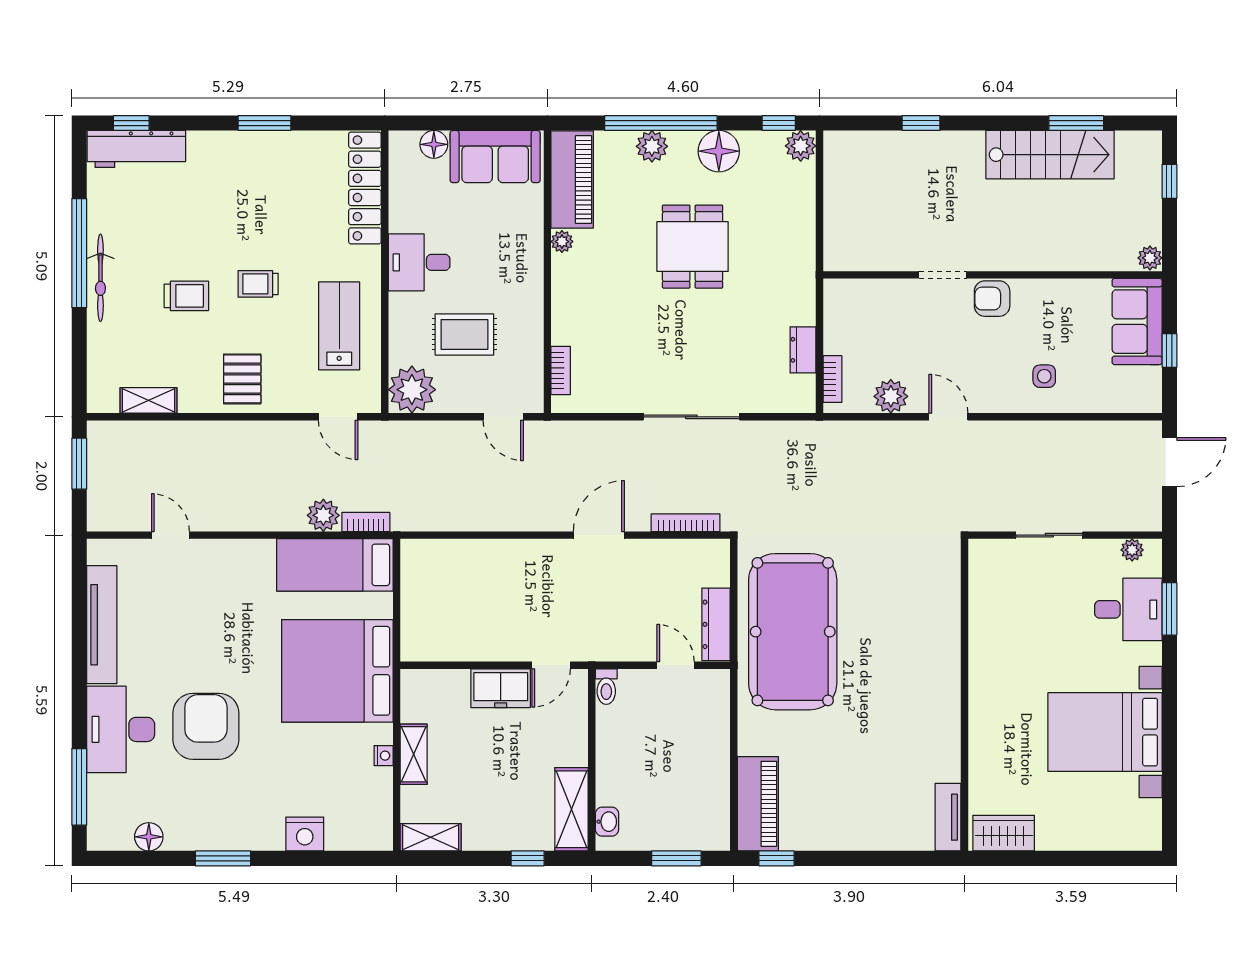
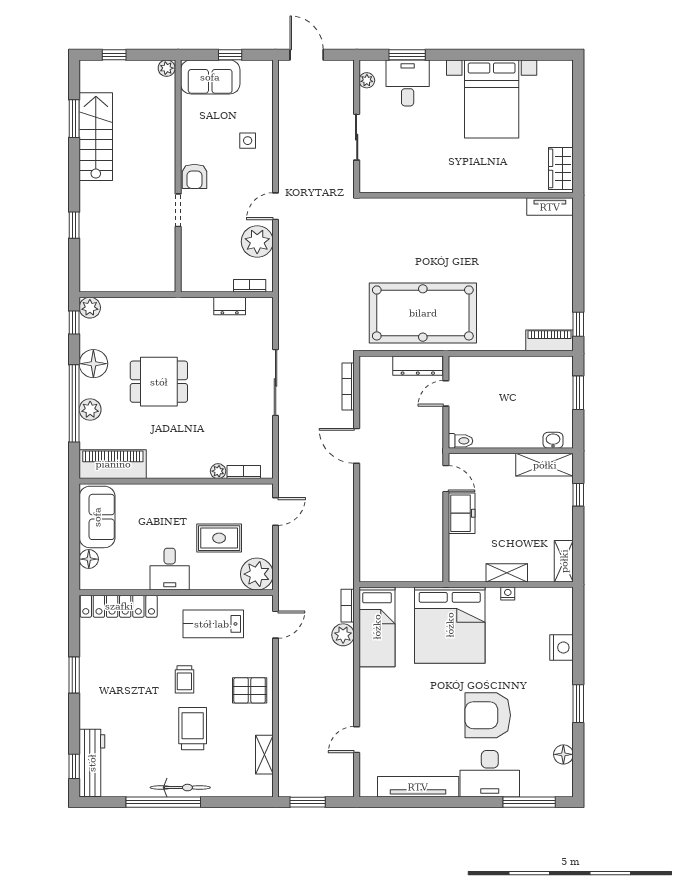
plant: (562, 242) -> (218, 471), moved
trolley: (186, 296) -> (193, 729), width x1.36, depth x1.39
rug: (464, 334) -> (219, 538), turned 90
plant: (891, 396) -> (257, 242), width x1.36, depth x1.36
piano: (758, 804) -> (549, 340), width x0.73, depth x0.75

